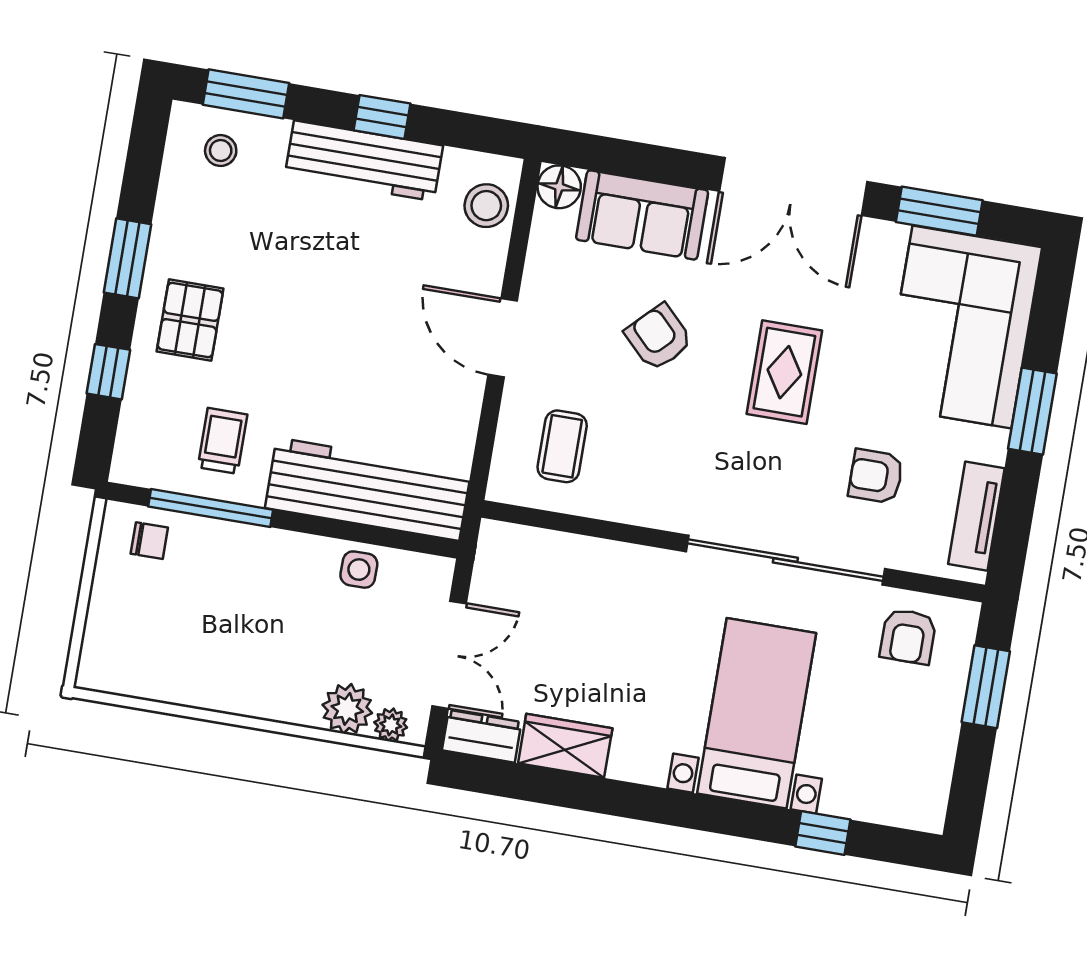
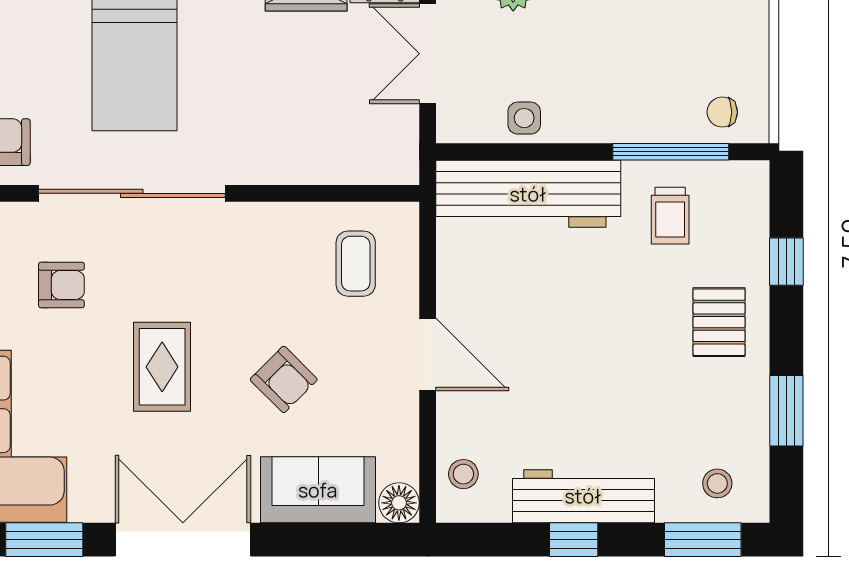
stool: (486, 206) -> (463, 474), width x0.73, depth x0.73
window: (128, 258) -> (786, 411), moved

